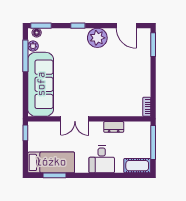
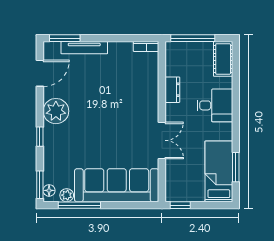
tv unit: (146, 59) -> (84, 48), added

